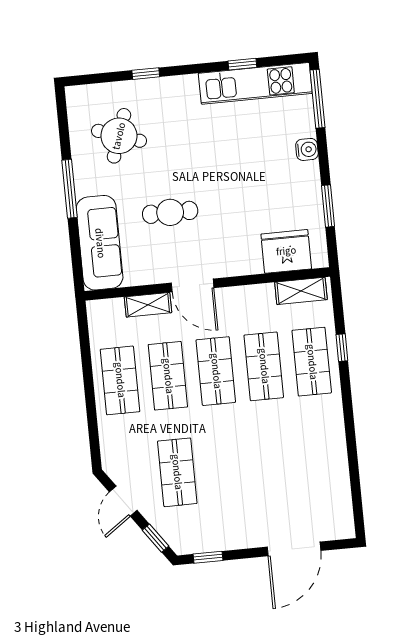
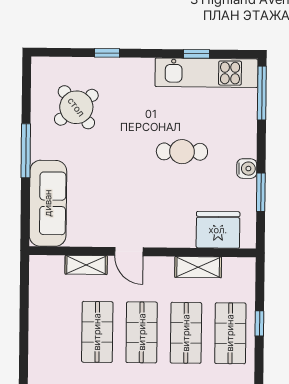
round table: (119, 136) -> (76, 107), turned 33
water cooler: (307, 149) -> (247, 169), moved
cafe table: (170, 212) -> (182, 152), moved
door: (193, 285) -> (129, 252), width x0.73
shelving: (301, 291) -> (198, 267), moved
shop shelf: (120, 380) -> (53, 331), removed

